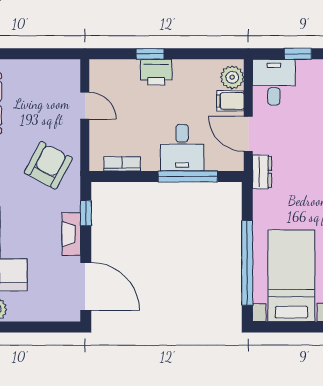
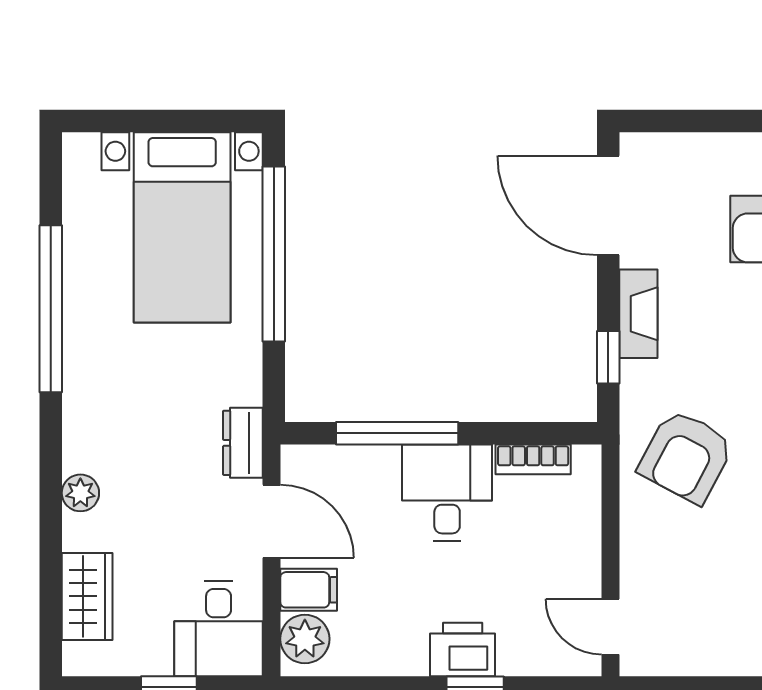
door: (85, 106) -> (610, 627), moved
desk: (182, 148) -> (447, 493), moved

